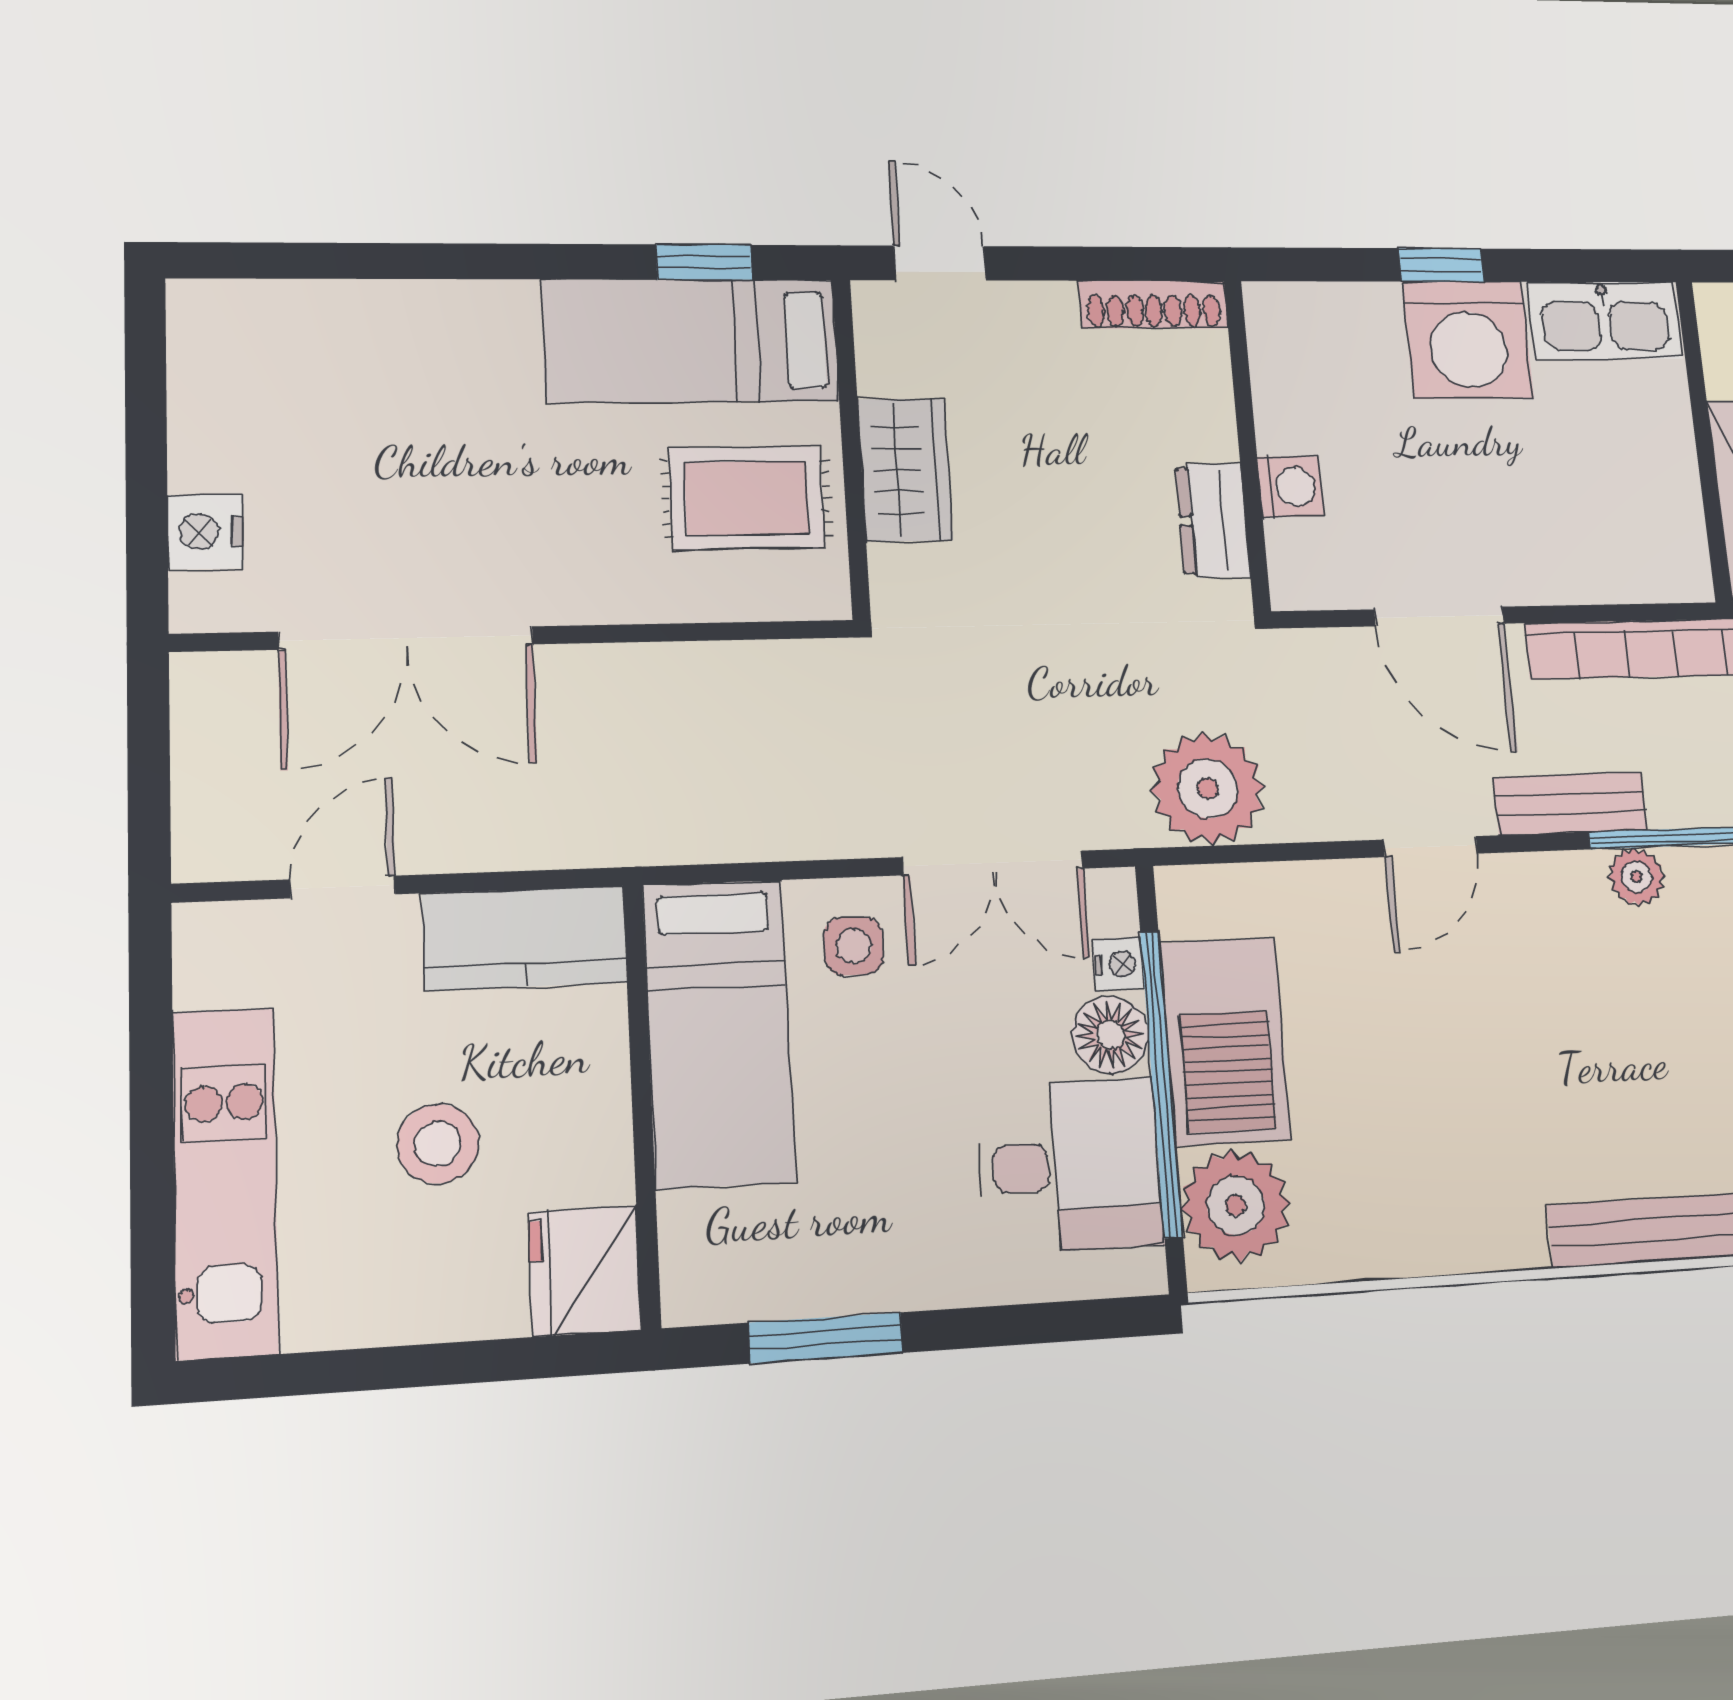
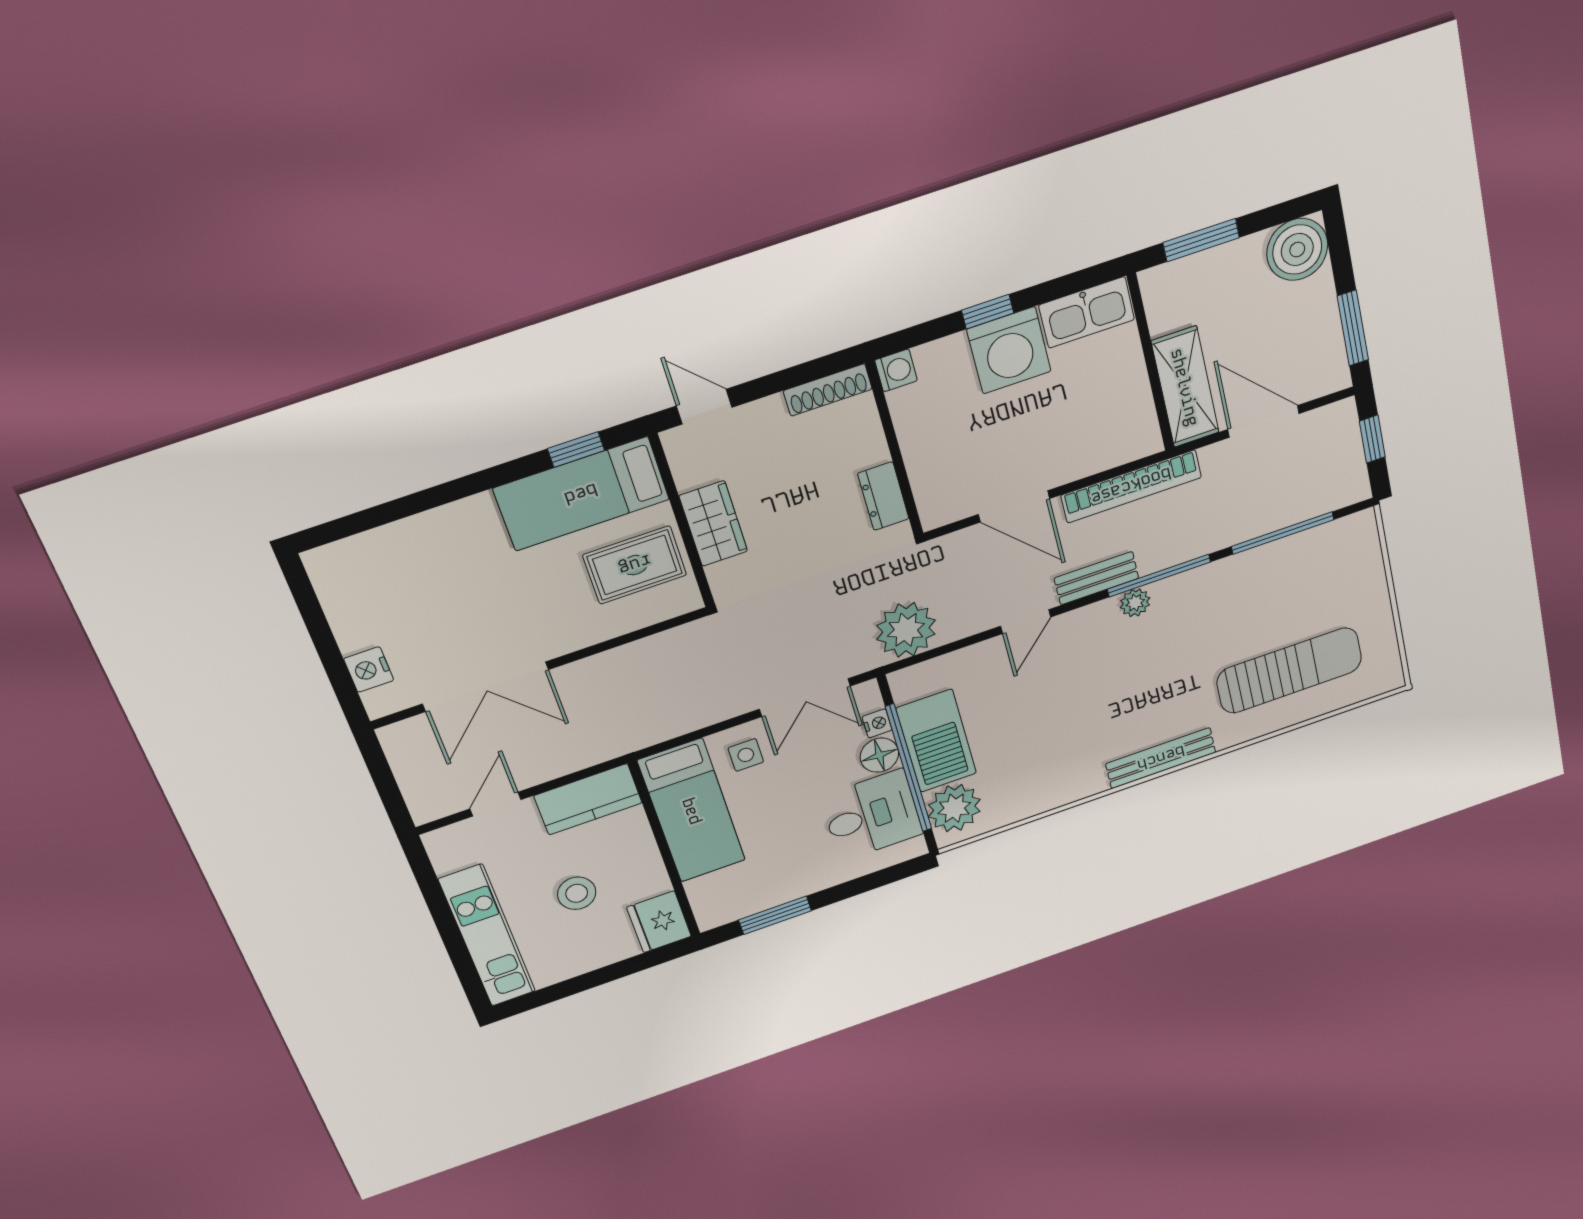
washing machine: (1290, 487) -> (896, 370), moved

